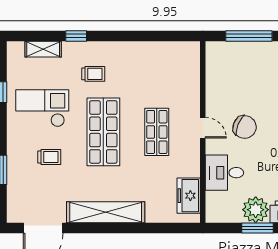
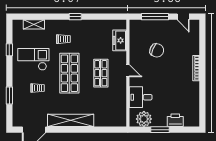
window: (76, 36) -> (75, 17), moved
chair: (245, 127) -> (157, 50), moved
freezer: (189, 196) -> (120, 40), moved
plant: (256, 210) -> (144, 119), moved

